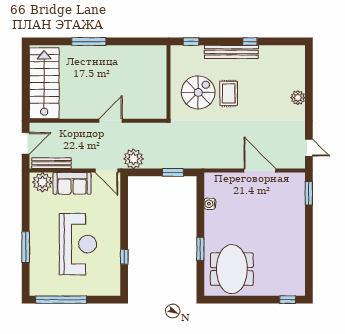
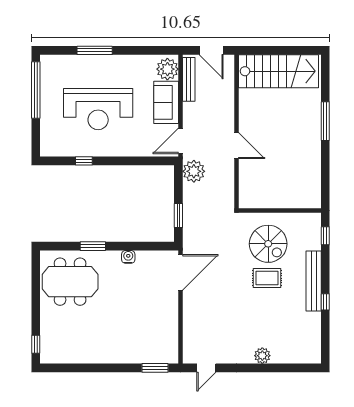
door: (260, 171) -> (181, 272), moved
water cooler: (210, 204) -> (128, 257), moved

